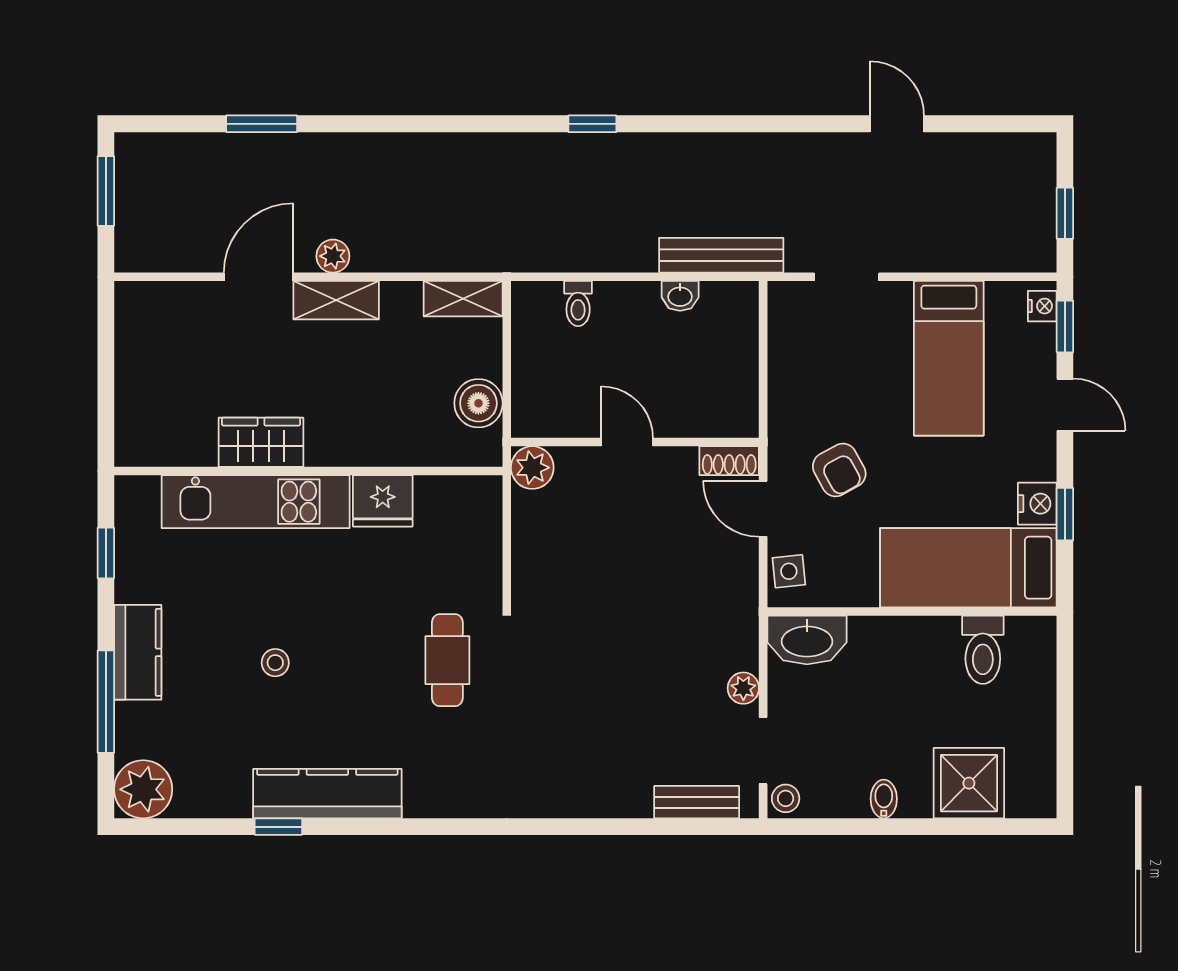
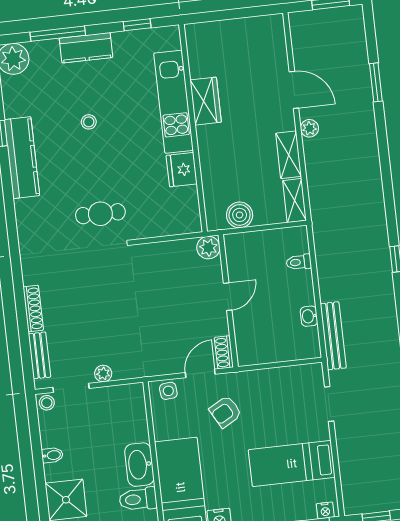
shelving: (336, 300) -> (289, 155), moved
washbasin: (807, 640) -> (139, 465), moved
shoe rack: (609, 804) -> (33, 309), added

